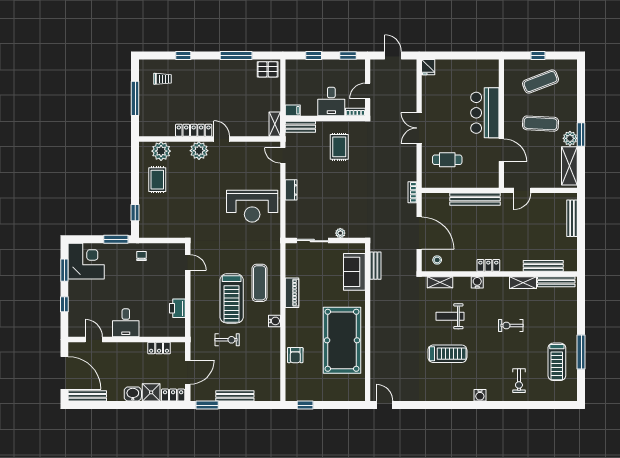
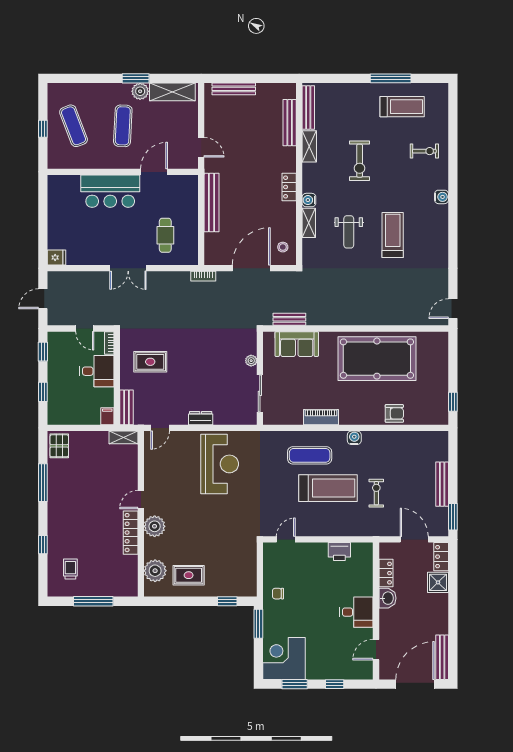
shelving: (440, 282) -> (309, 223), moved
exercise bike: (511, 325) -> (360, 161), width x1.38, depth x1.39
washbasin: (133, 394) -> (387, 598), moved, turned 180

